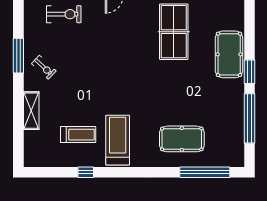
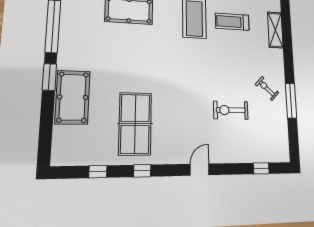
exercise bike: (64, 14) -> (231, 110), moved
shelving: (31, 111) -> (275, 30), moved

